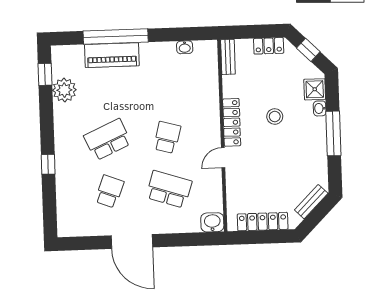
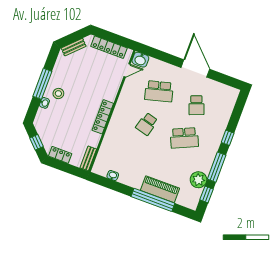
shower: (315, 89) -> (43, 116), removed
stool: (275, 117) -> (58, 94), moved
window: (46, 118) -> (217, 167), added
door: (223, 158) -> (127, 70), moved
school desk: (169, 189) -> (159, 91), turned -33
school desk: (109, 191) -> (196, 105), turned -42

